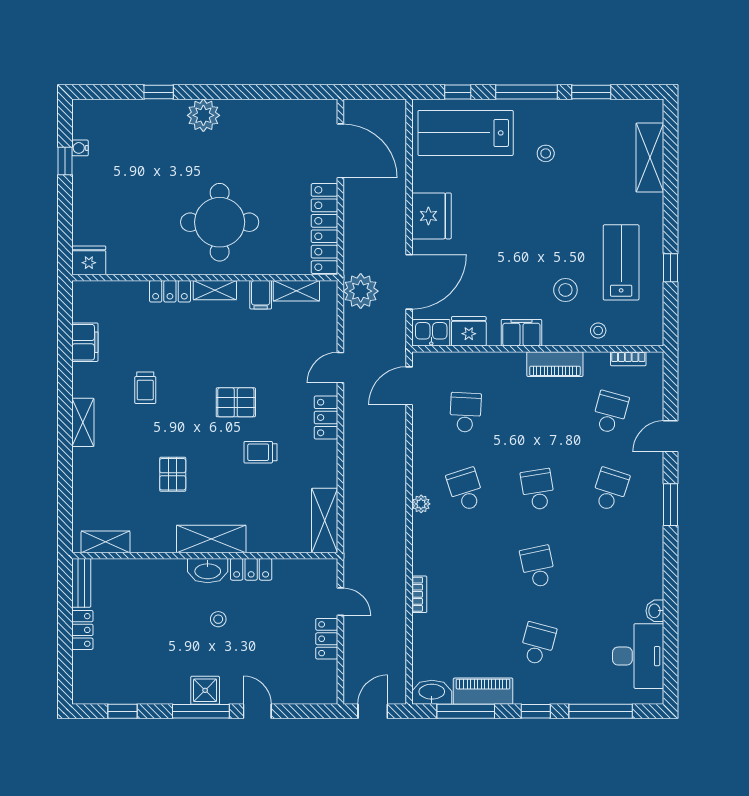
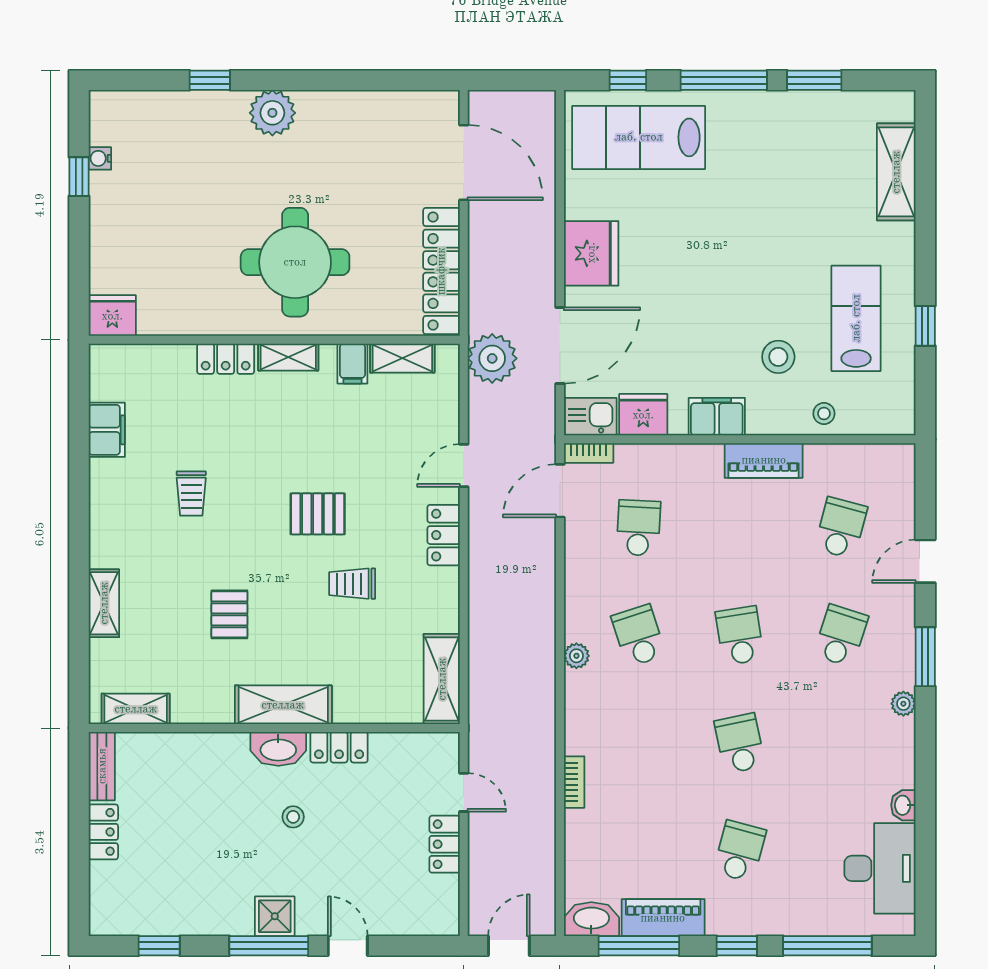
stool: (546, 153) -> (751, 166), removed
bookcase: (628, 359) -> (589, 453), moved
shelving: (83, 422) -> (104, 603), moved
plant: (655, 538) -> (903, 704), added

